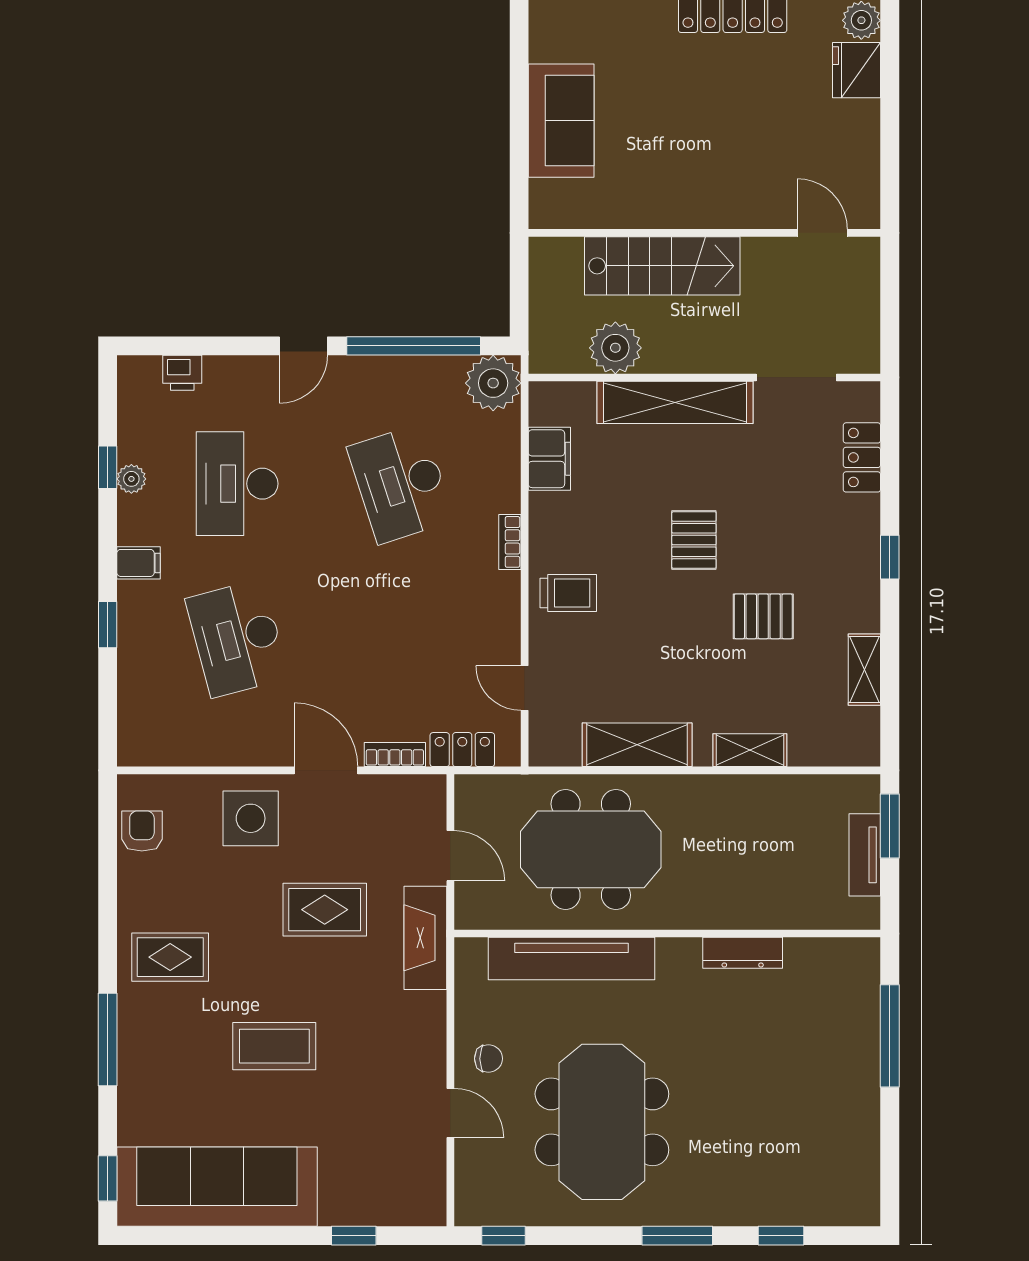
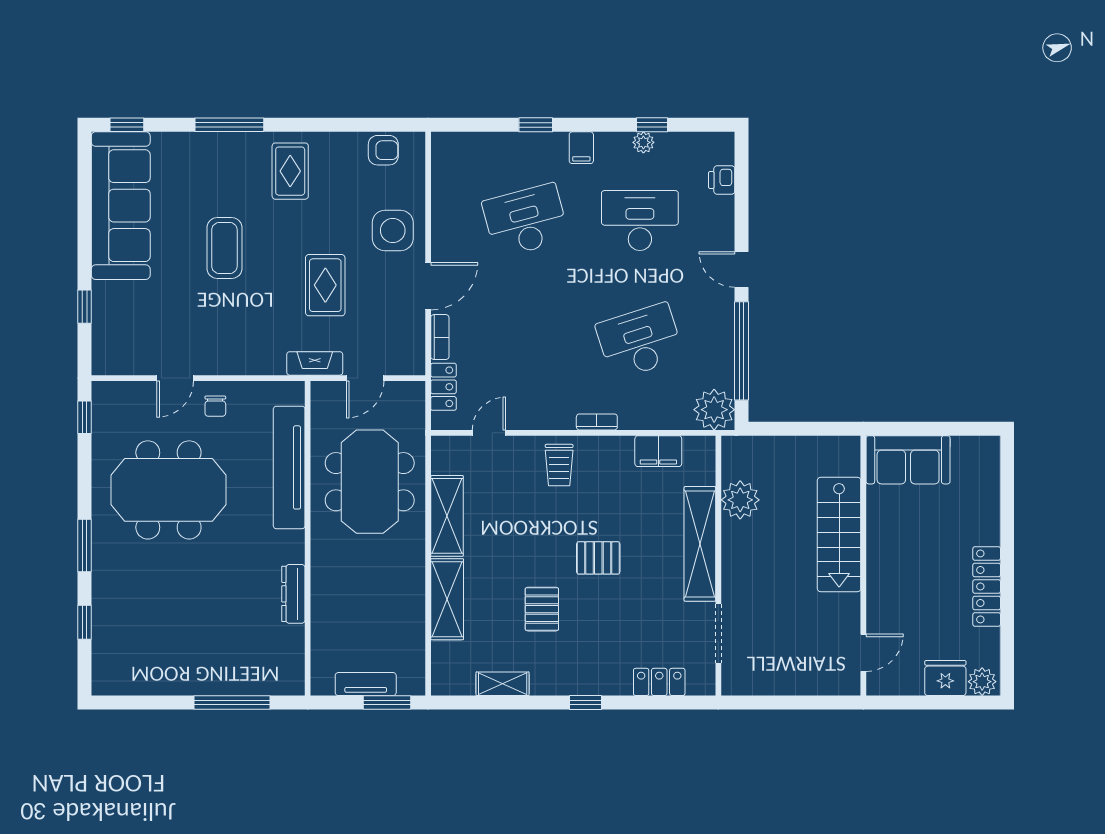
wall: (704, 233) -> (863, 566), moved
door: (822, 233) -> (863, 653), moved
stairs: (662, 266) -> (839, 535), moved
shelving: (750, 750) -> (447, 599), width x1.50, depth x1.33
fireplace: (425, 938) -> (315, 363), width x0.73, depth x0.76

